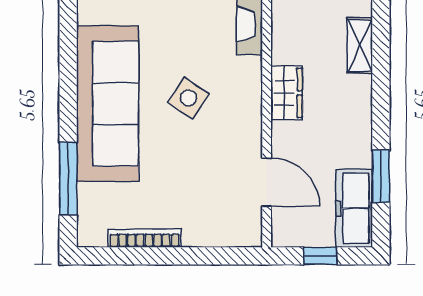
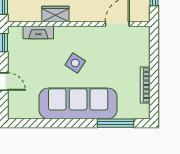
wardrobe: (287, 93) -> (55, 14), moved

